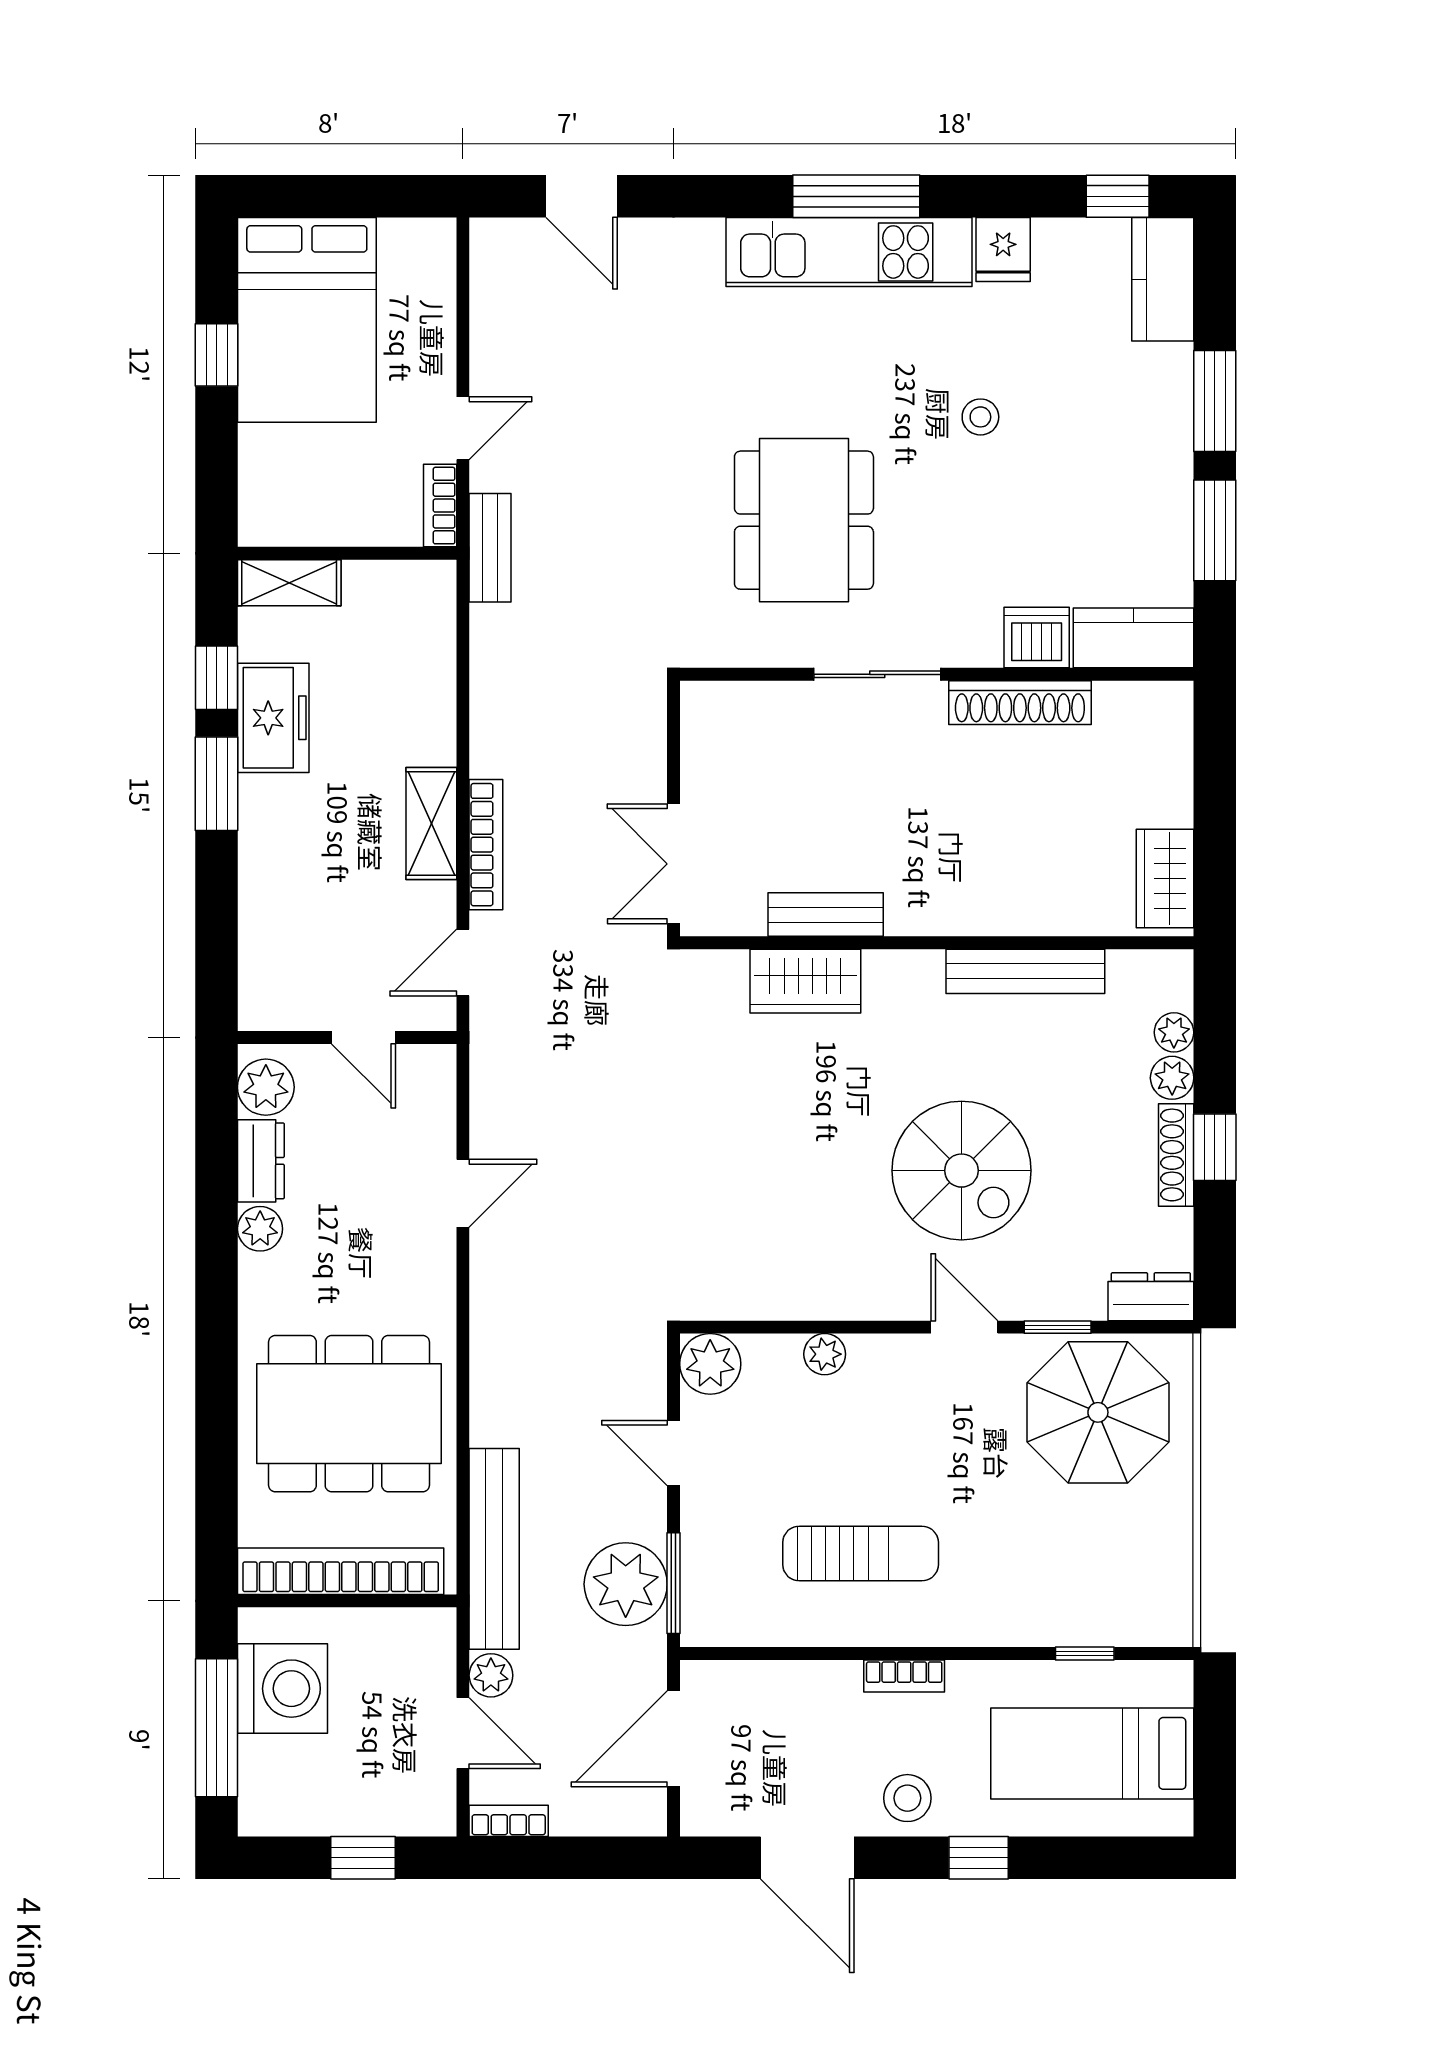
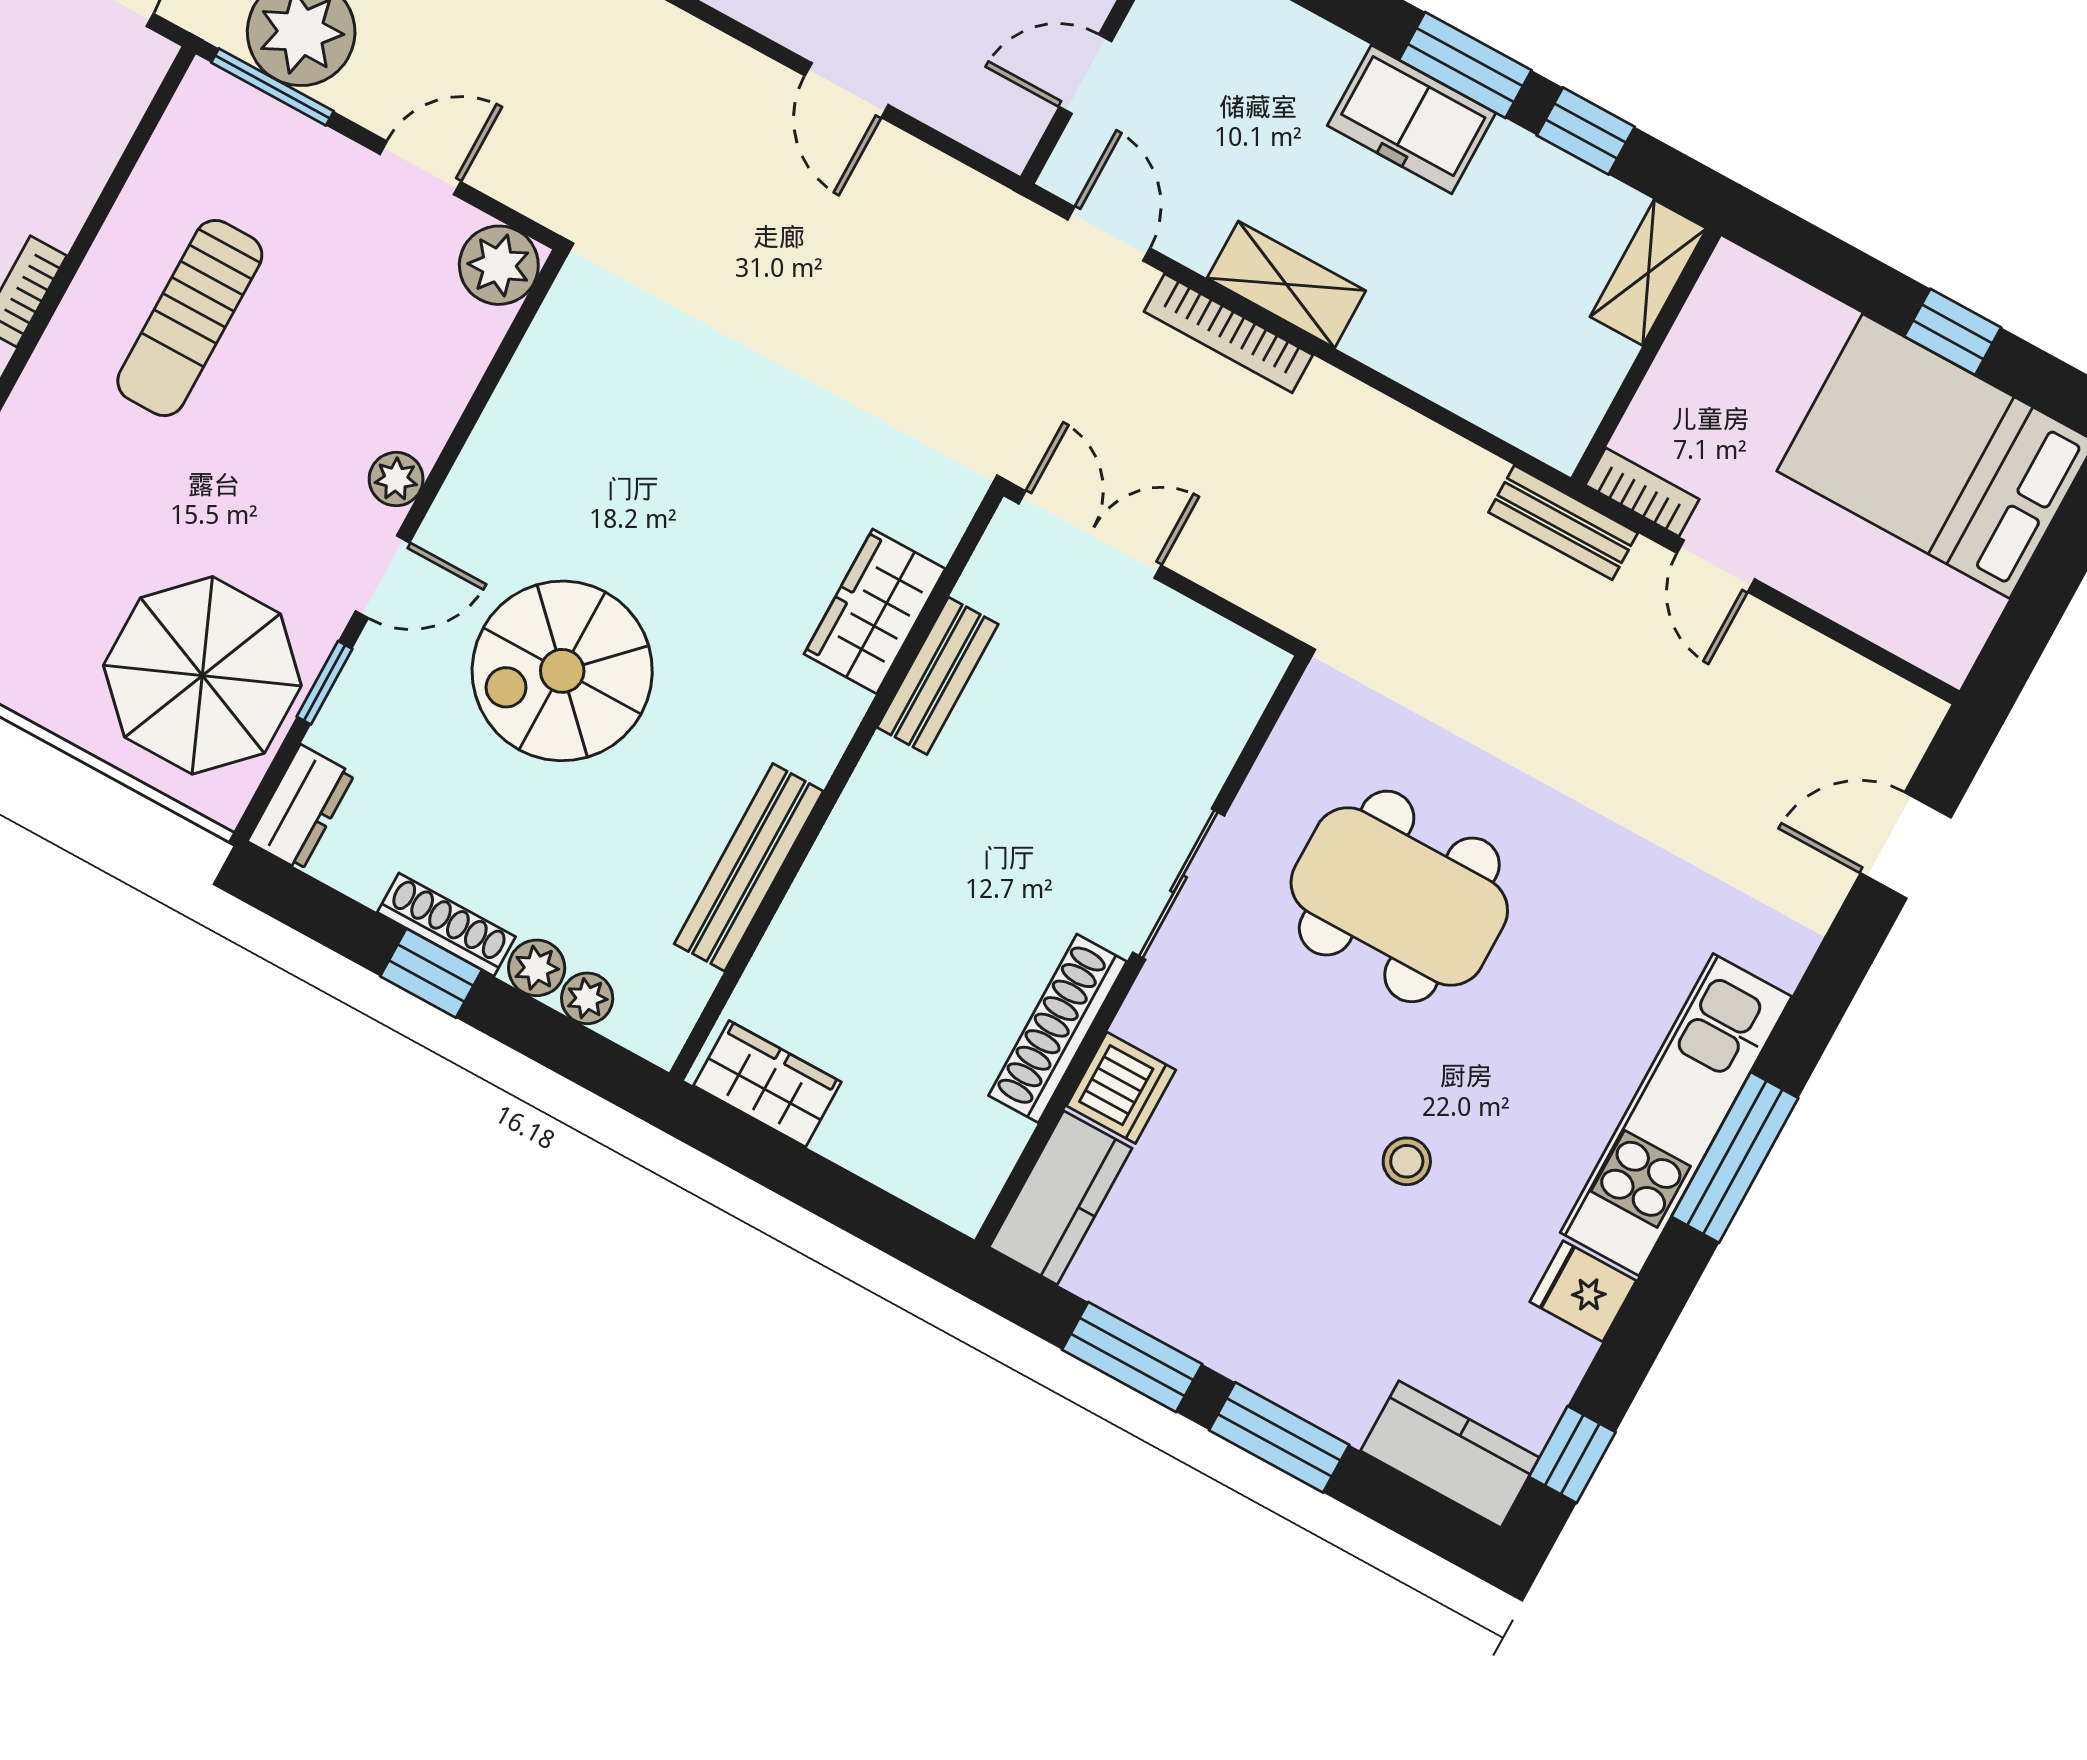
freezer: (273, 718) -> (1411, 119), moved
plant: (825, 1354) -> (396, 479), moved

